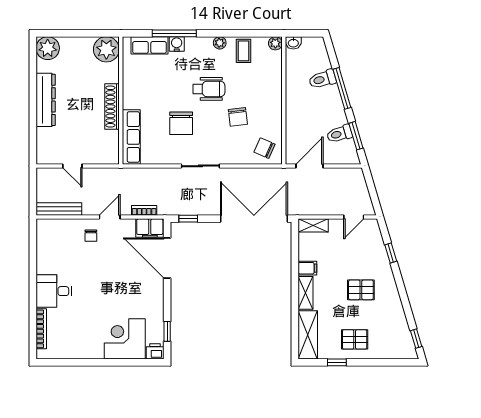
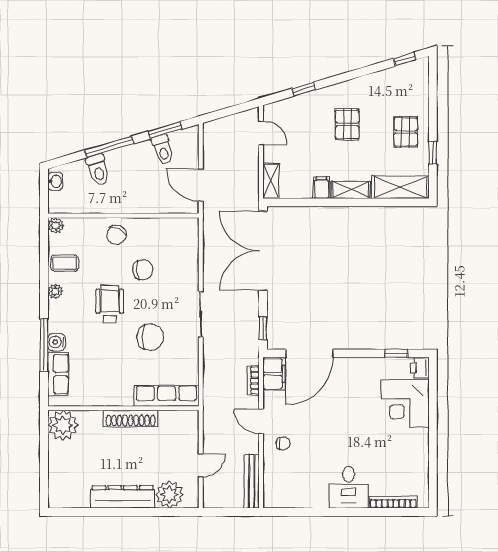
washbasin: (293, 43) -> (55, 181), moved
plant: (48, 48) -> (169, 494), moved
chair: (265, 148) -> (117, 235), moved

